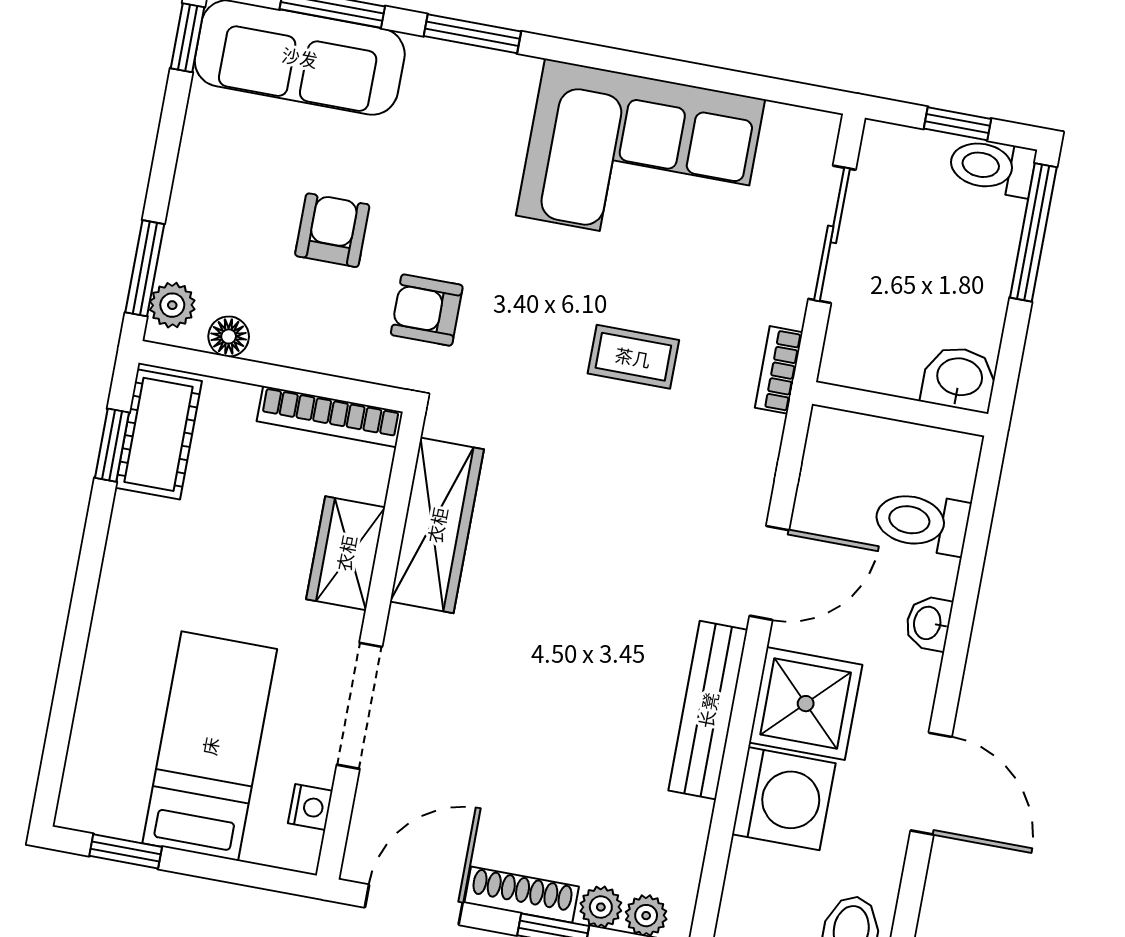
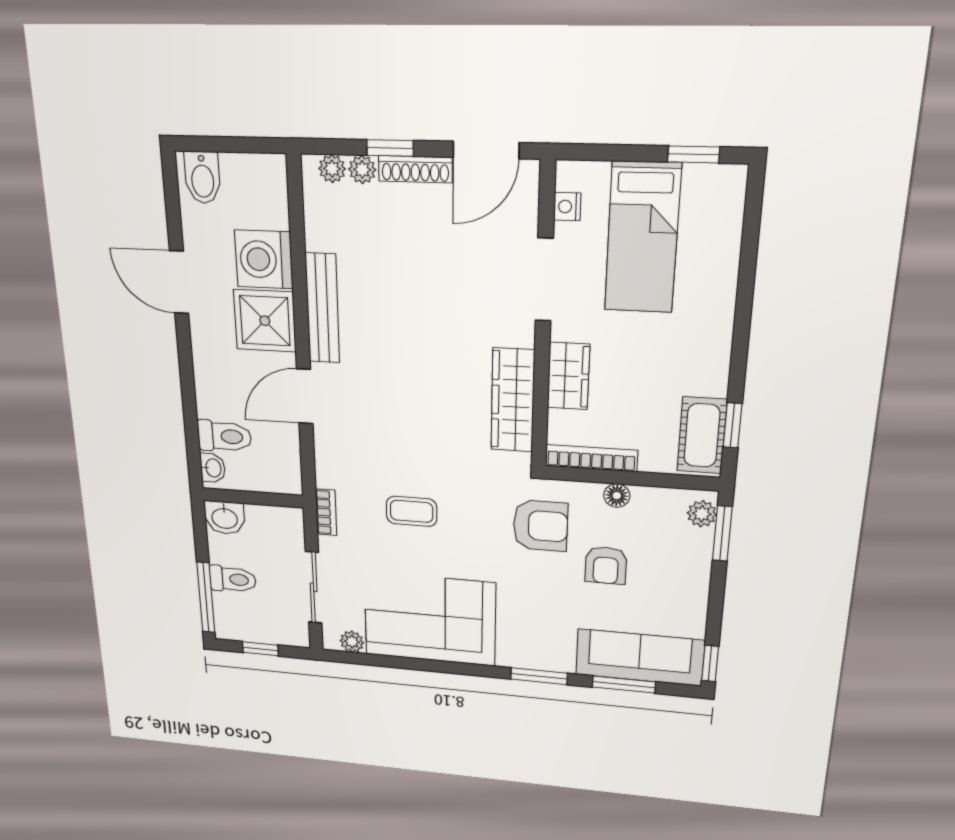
plant: (787, 125) -> (352, 642), added
toilet: (992, 167) -> (233, 579), moved
armchair: (427, 310) -> (540, 526), width x1.38, depth x1.38
floor lamp: (229, 336) -> (617, 496), moved
washbasin: (928, 623) -> (213, 468), moved

